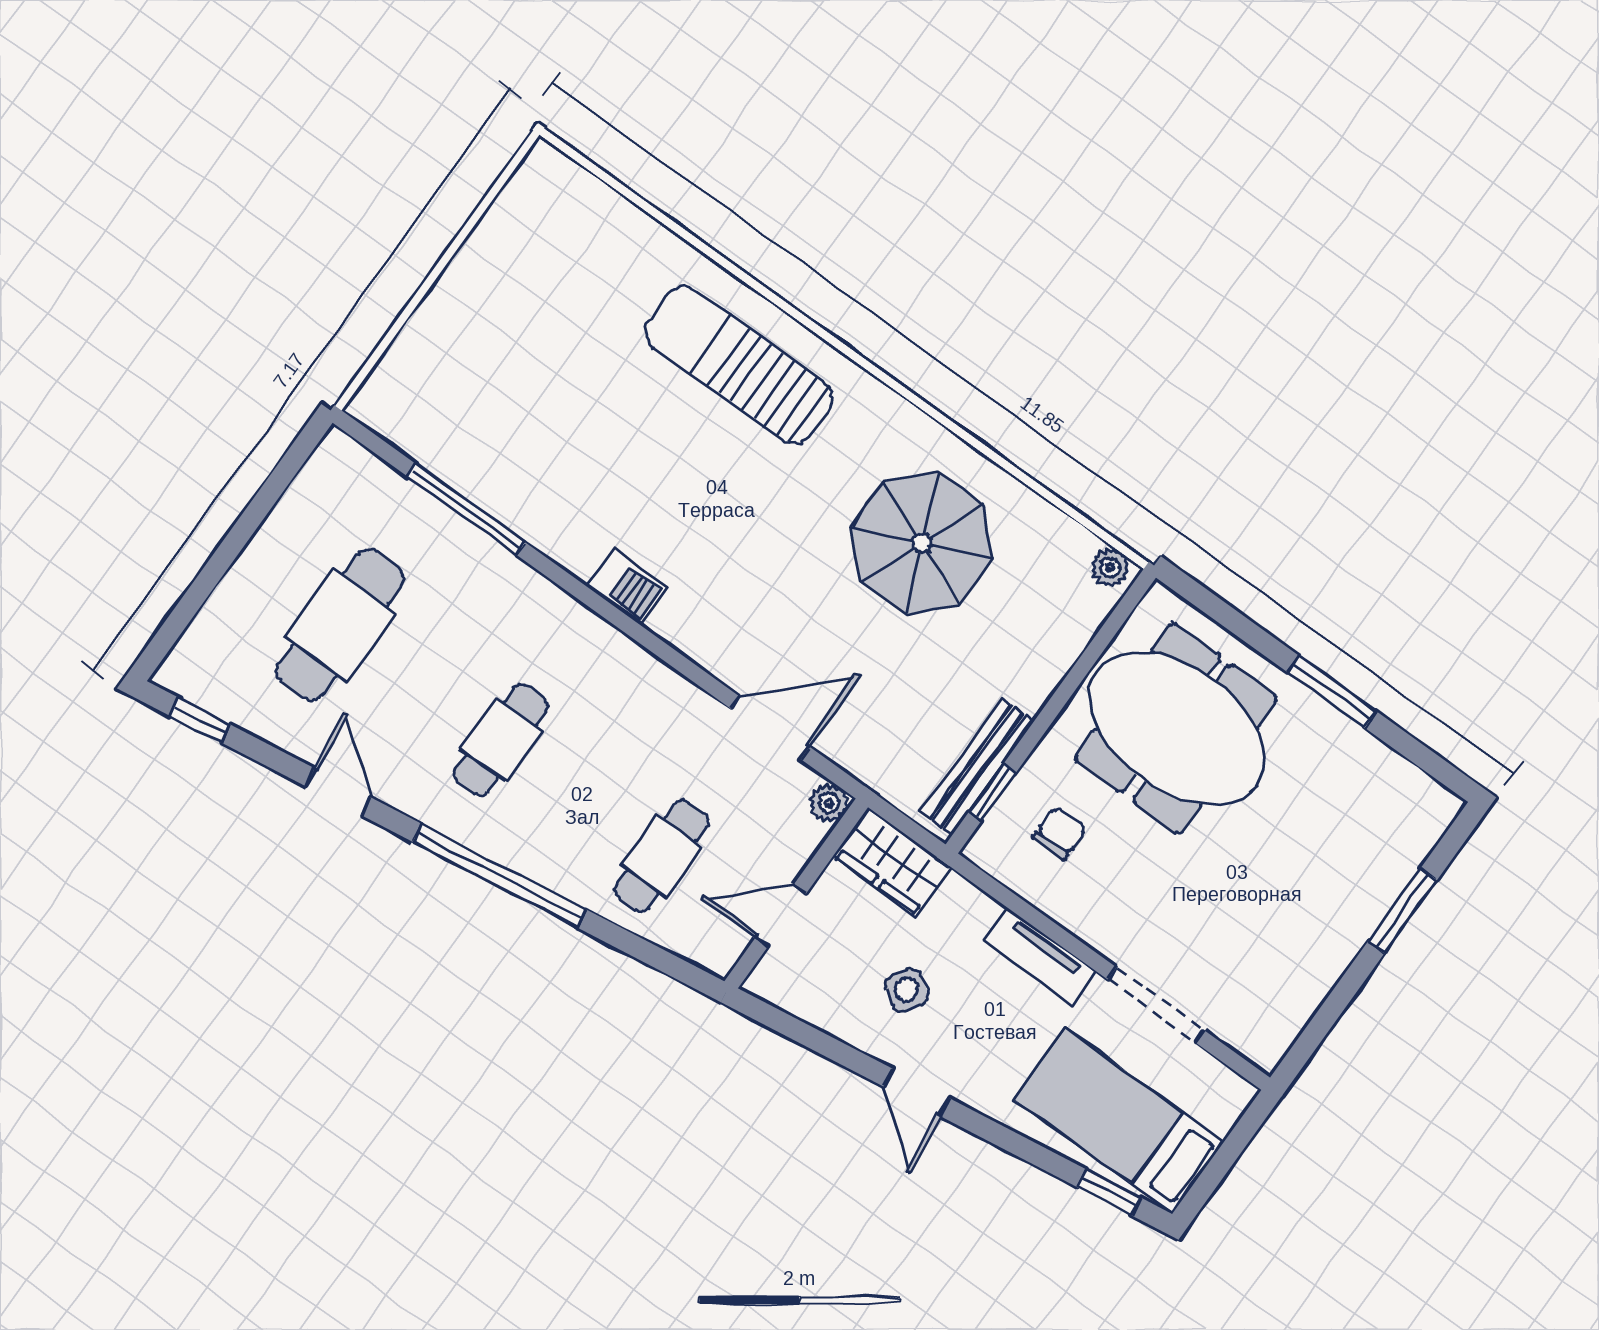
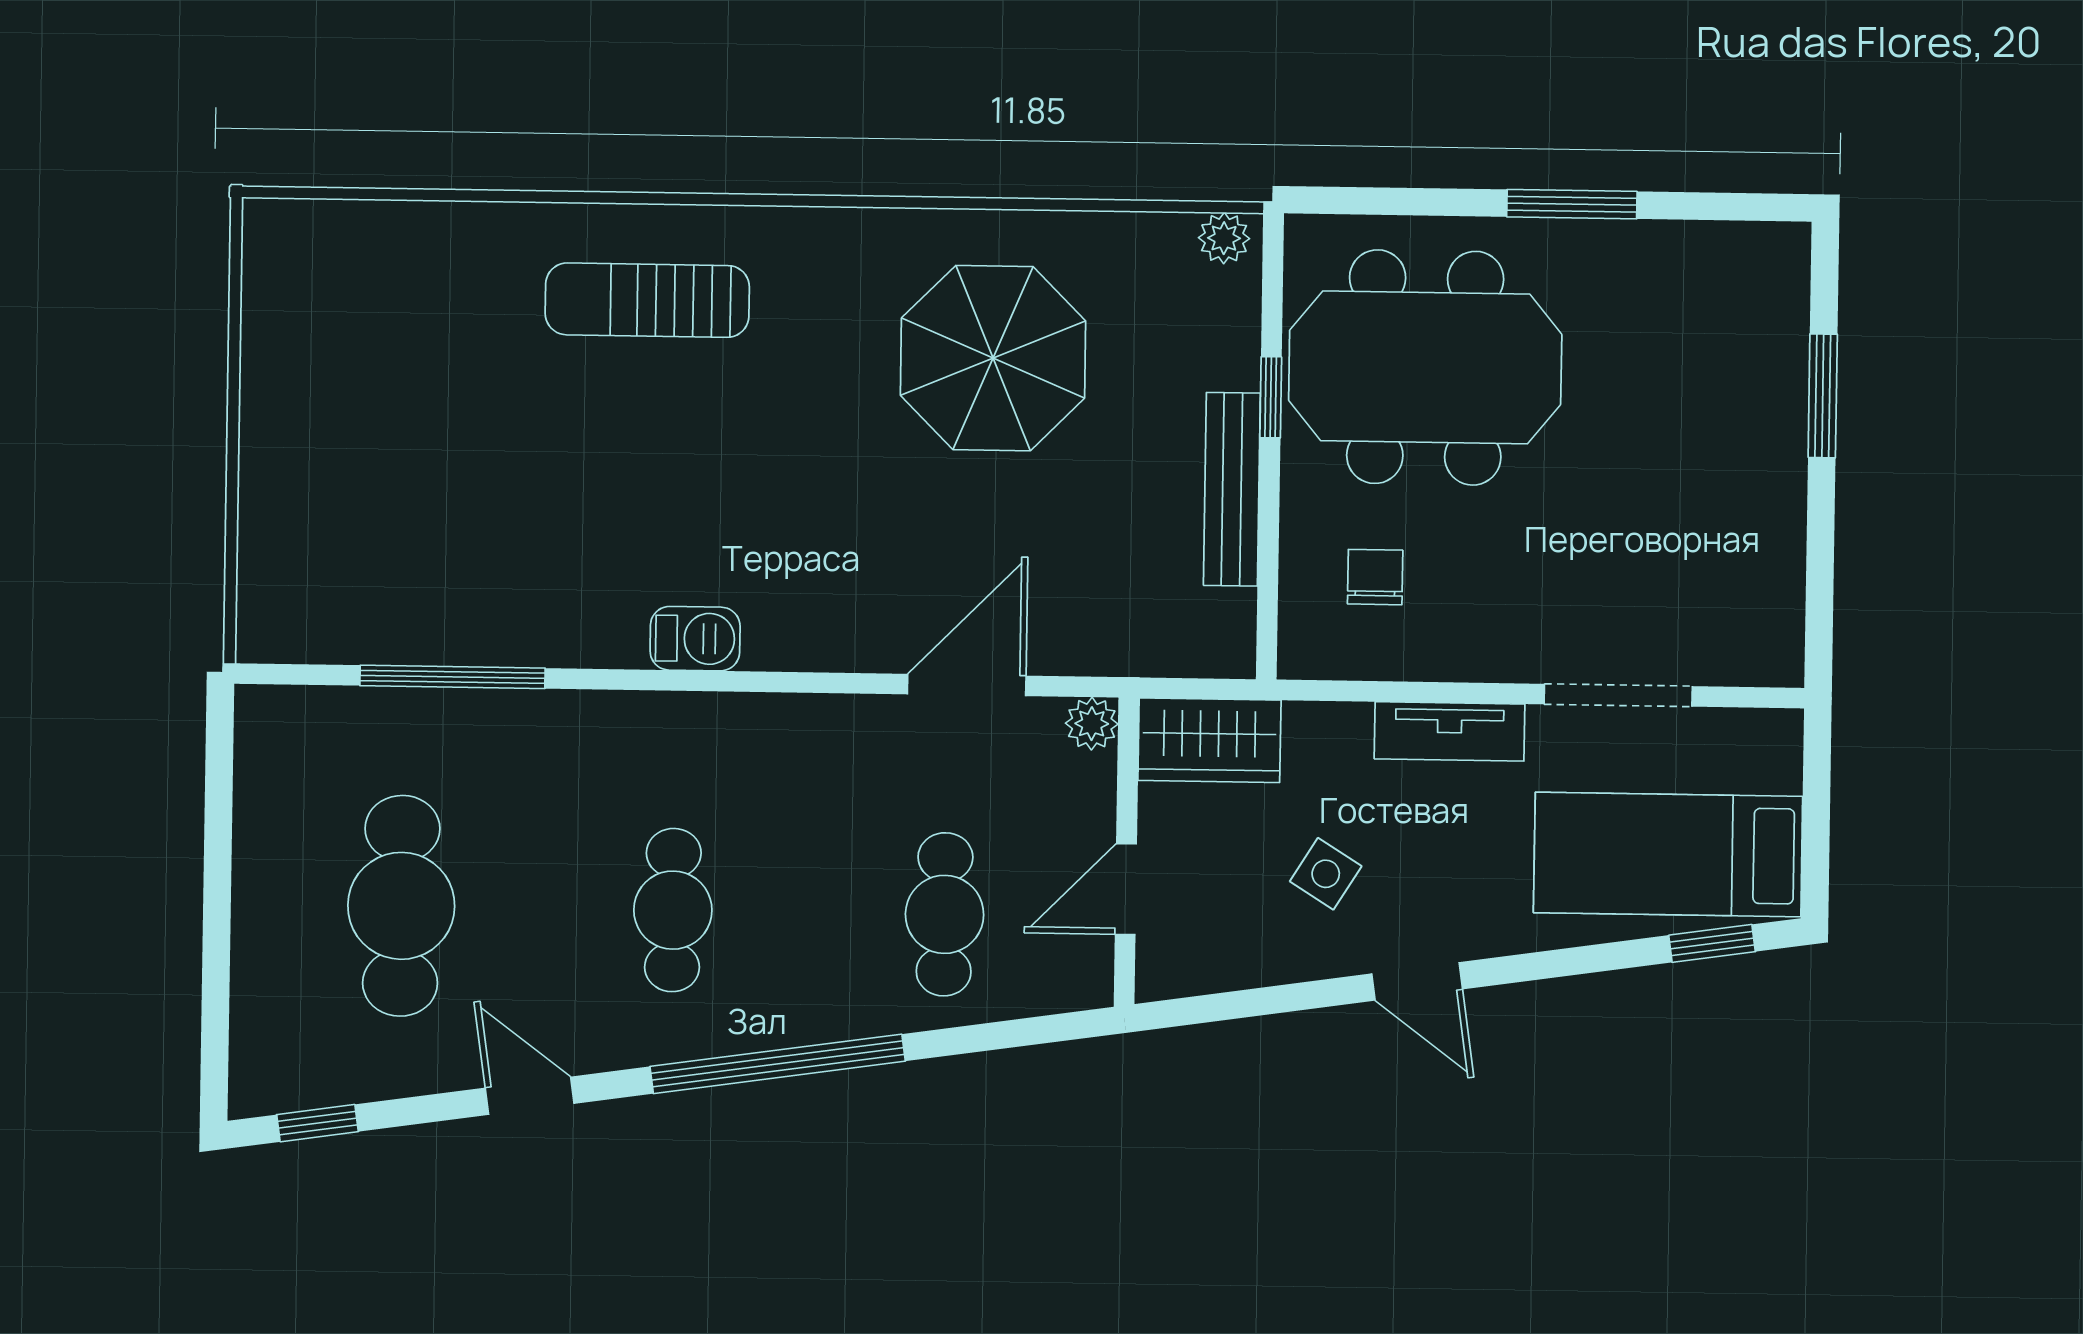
sun lounger: (739, 365) -> (647, 300), width x0.73, depth x0.75
bench: (977, 767) -> (1232, 489), moved
window: (992, 793) -> (1271, 397), moved

